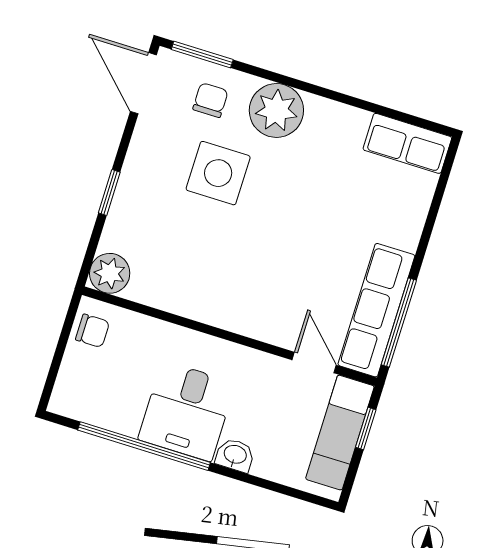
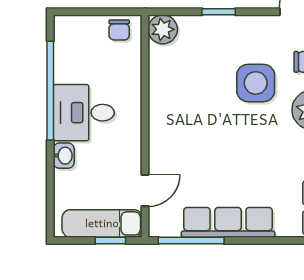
row of seats: (376, 310) -> (228, 222), moved

